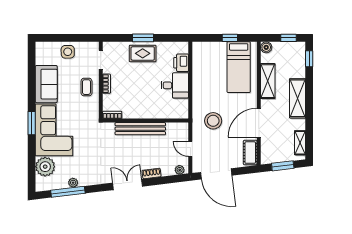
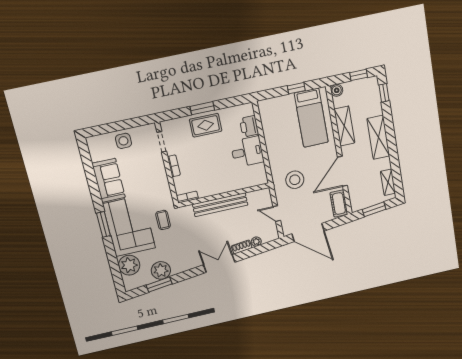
coffee table: (86, 87) -> (163, 220), moved
plant: (180, 170) -> (256, 242), moved
plant: (73, 183) -> (161, 270), width x1.88, depth x1.88
window: (68, 192) -> (159, 284), width x0.69

